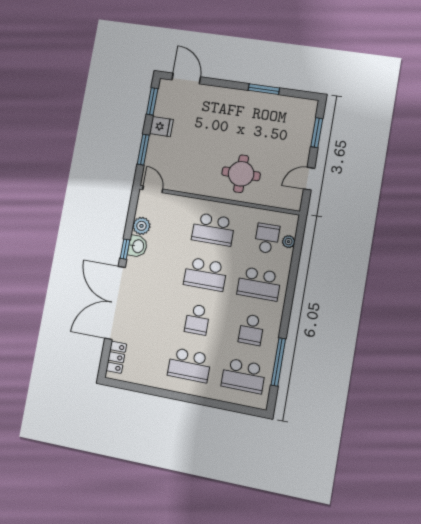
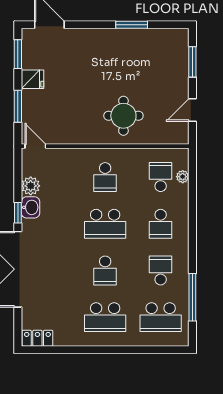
school desk: (213, 229) -> (105, 177), width x0.54
school desk: (259, 284) -> (161, 224), width x0.54
school desk: (251, 330) -> (161, 270), turned 180
locker: (116, 357) -> (37, 338), moved, turned -90

